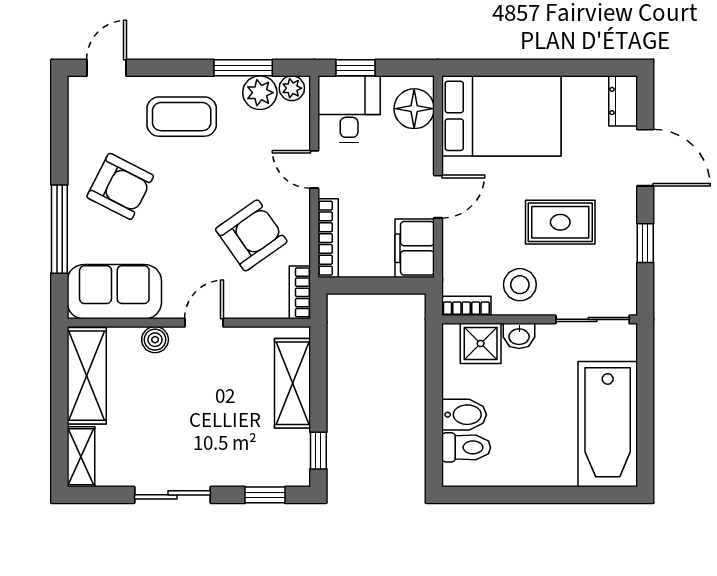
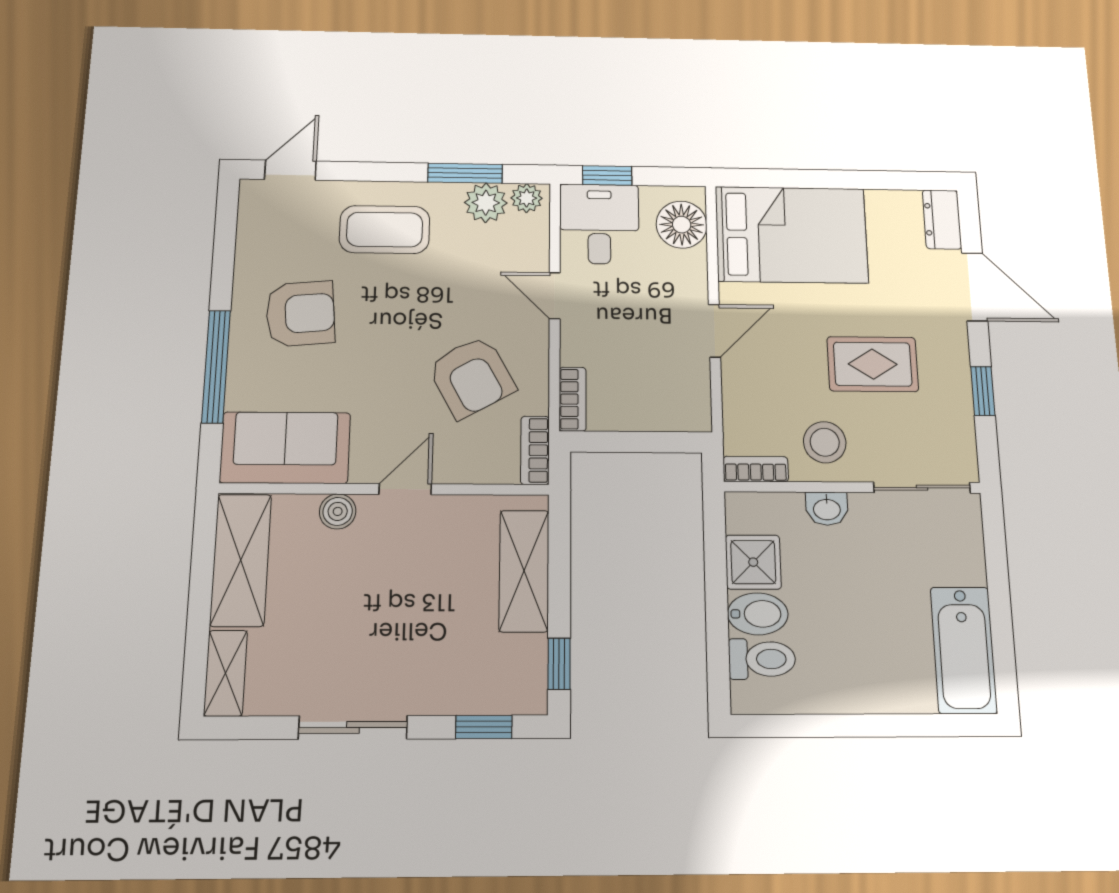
armchair: (120, 186) -> (300, 314), turned -32
armchair: (251, 235) -> (472, 377), turned 96
bookcase: (328, 238) -> (573, 399), width x0.64
filing cabinet: (415, 248) -> (686, 395), removed
shower: (481, 343) -> (753, 562), moved
bathtub: (608, 424) -> (964, 650), width x0.73, depth x0.73

